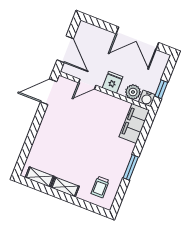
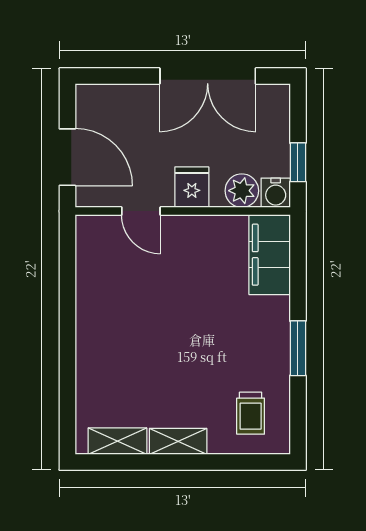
door: (87, 84) -> (141, 211), hinge flipped
door: (49, 92) -> (67, 258), removed

